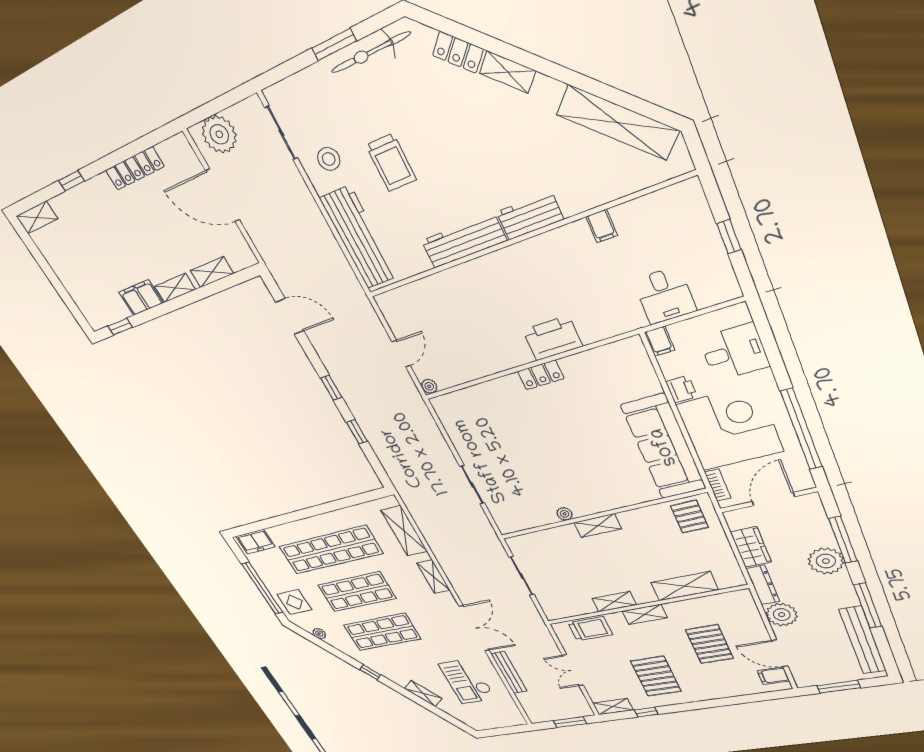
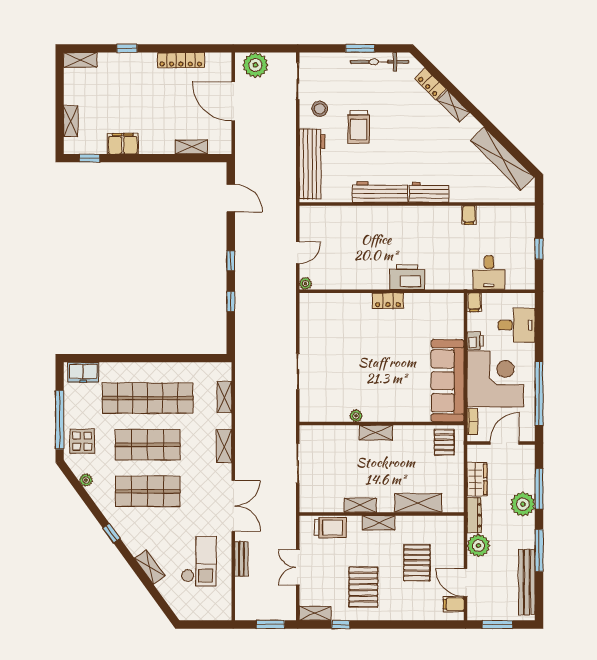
shelving: (175, 288) -> (71, 121), moved, turned 90
shelving: (404, 531) -> (224, 397), width x0.67, depth x0.75
bench: (509, 672) -> (241, 559), width x0.73
checkout: (467, 681) -> (199, 561), turned 180

